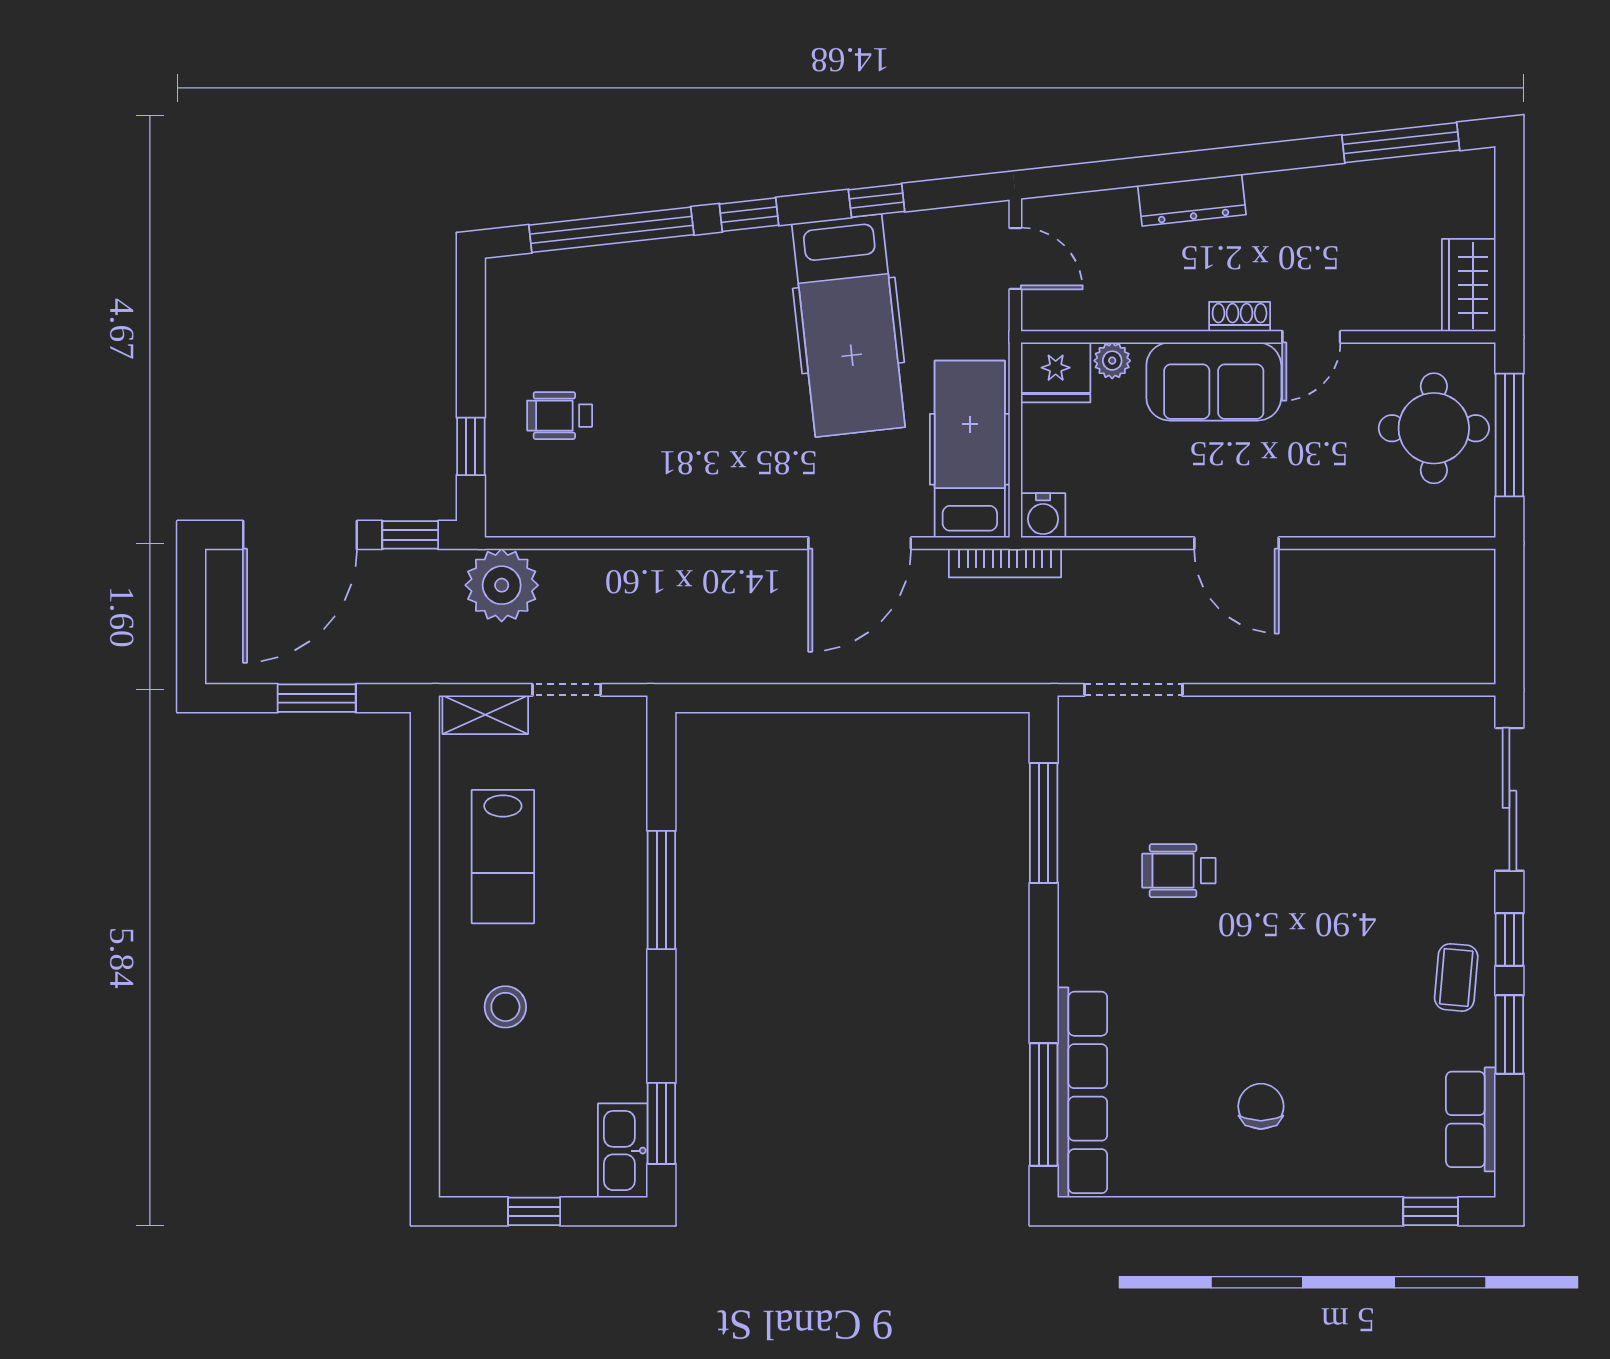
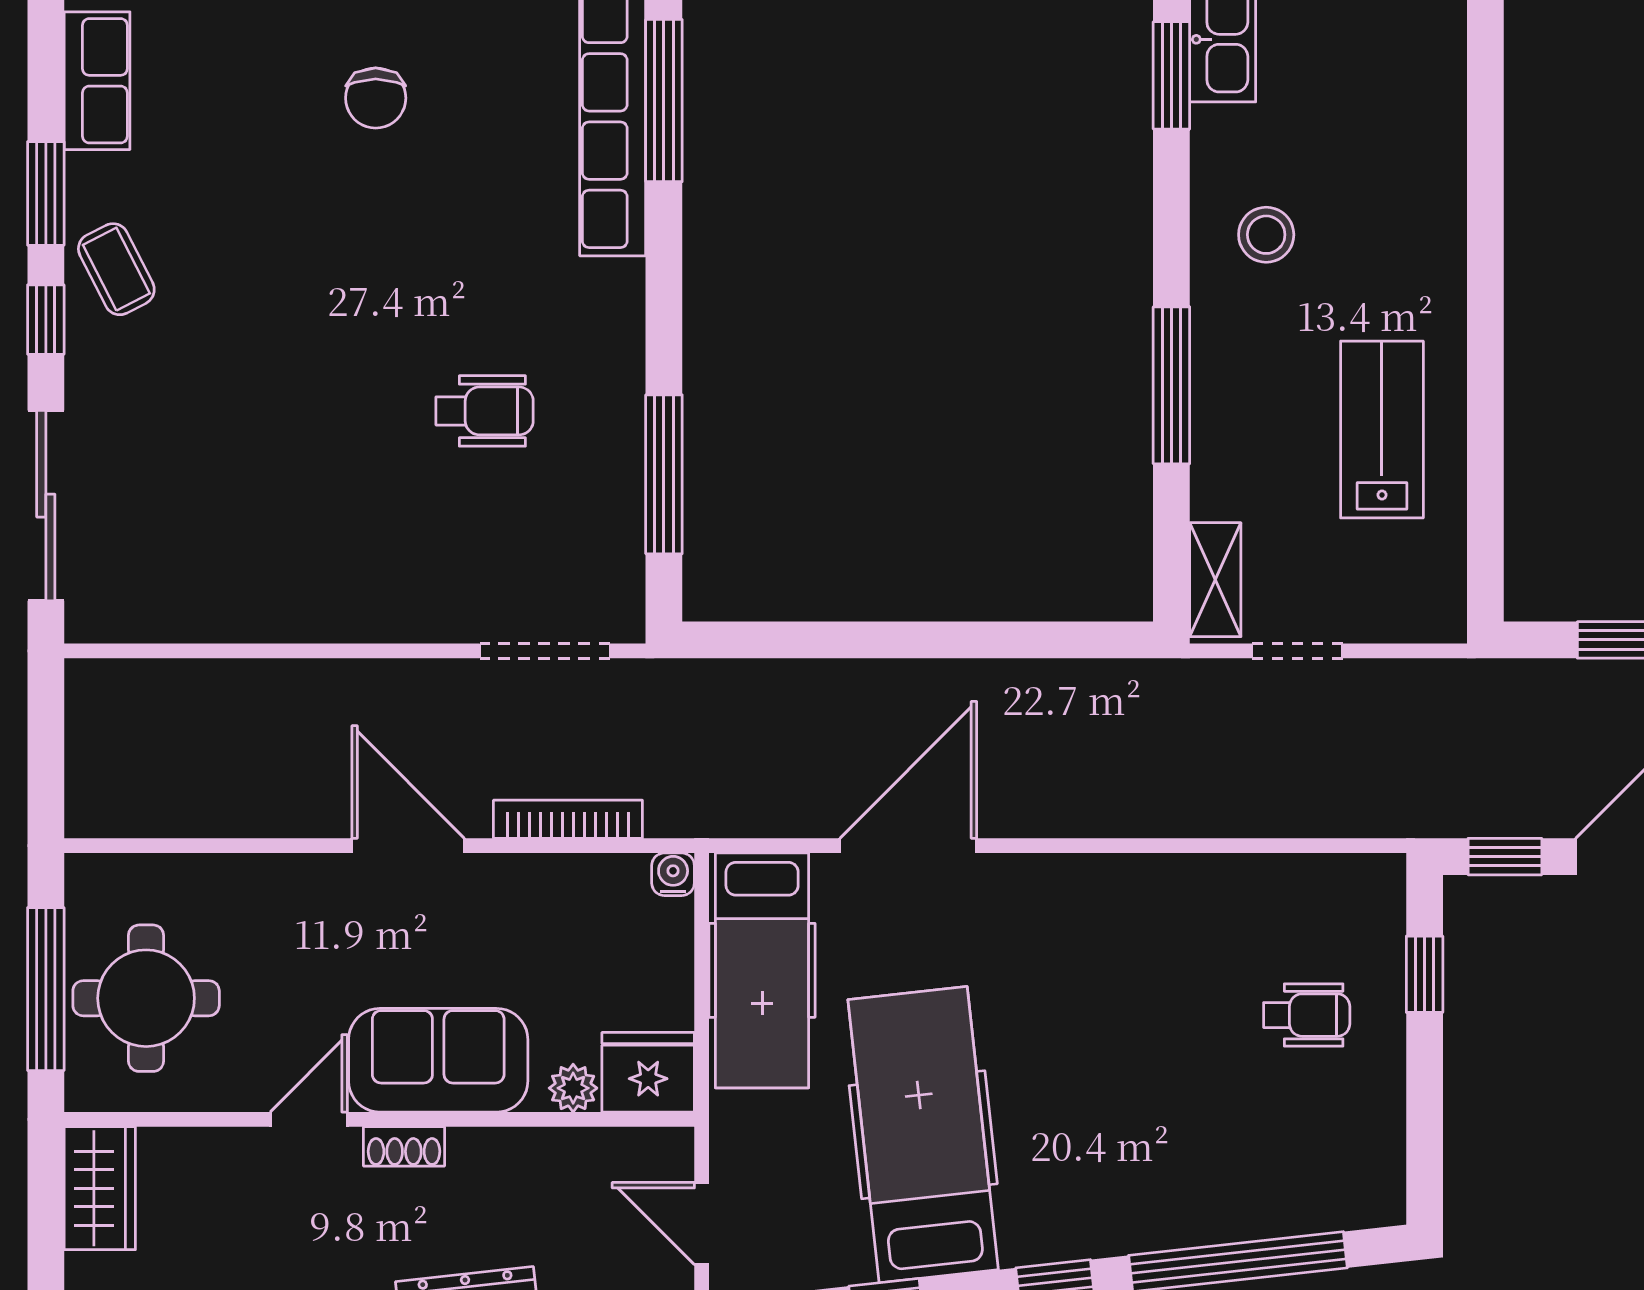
water cooler: (1043, 515) -> (673, 874), width x0.72, depth x0.72
bookcase: (1005, 563) -> (568, 819), moved
plant: (502, 585) -> (1383, 790), removed
shelving: (485, 715) -> (1215, 580), moved, turned 90
coffee table: (1456, 977) -> (116, 269), turned -32
stool: (505, 1007) -> (1266, 235), moved

